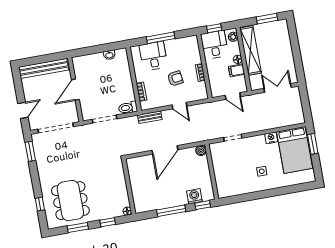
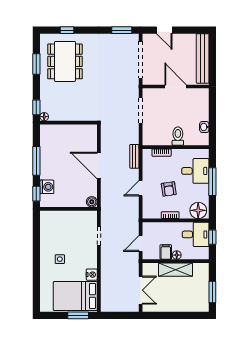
plant: (233, 37) -> (200, 255), removed
floor lamp: (191, 46) -> (198, 210), added
shelving: (250, 50) -> (175, 270), width x0.68
toilet: (128, 108) -> (178, 136), moved
dining table: (70, 201) -> (65, 61), turned 90
window: (108, 222) -> (36, 107), moved

